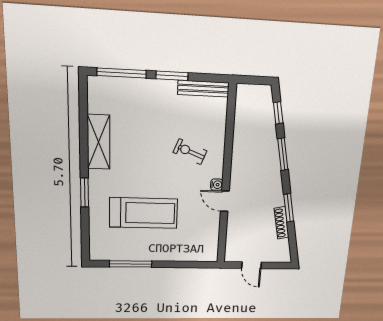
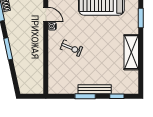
window: (122, 73) -> (117, 96), width x0.46
bench: (203, 89) -> (95, 89), moved
window: (278, 113) -> (14, 76), removed

